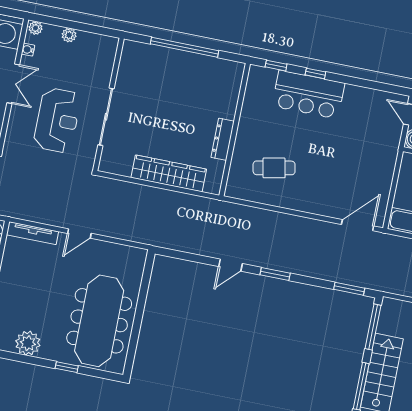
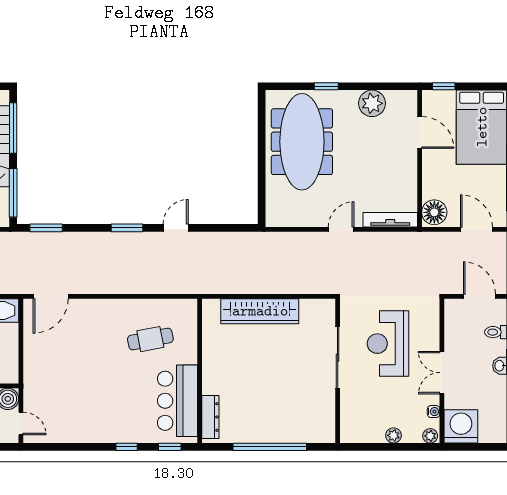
bar counter: (308, 95) -> (177, 401), moved, turned -90
dresser: (223, 139) -> (210, 417), moved

